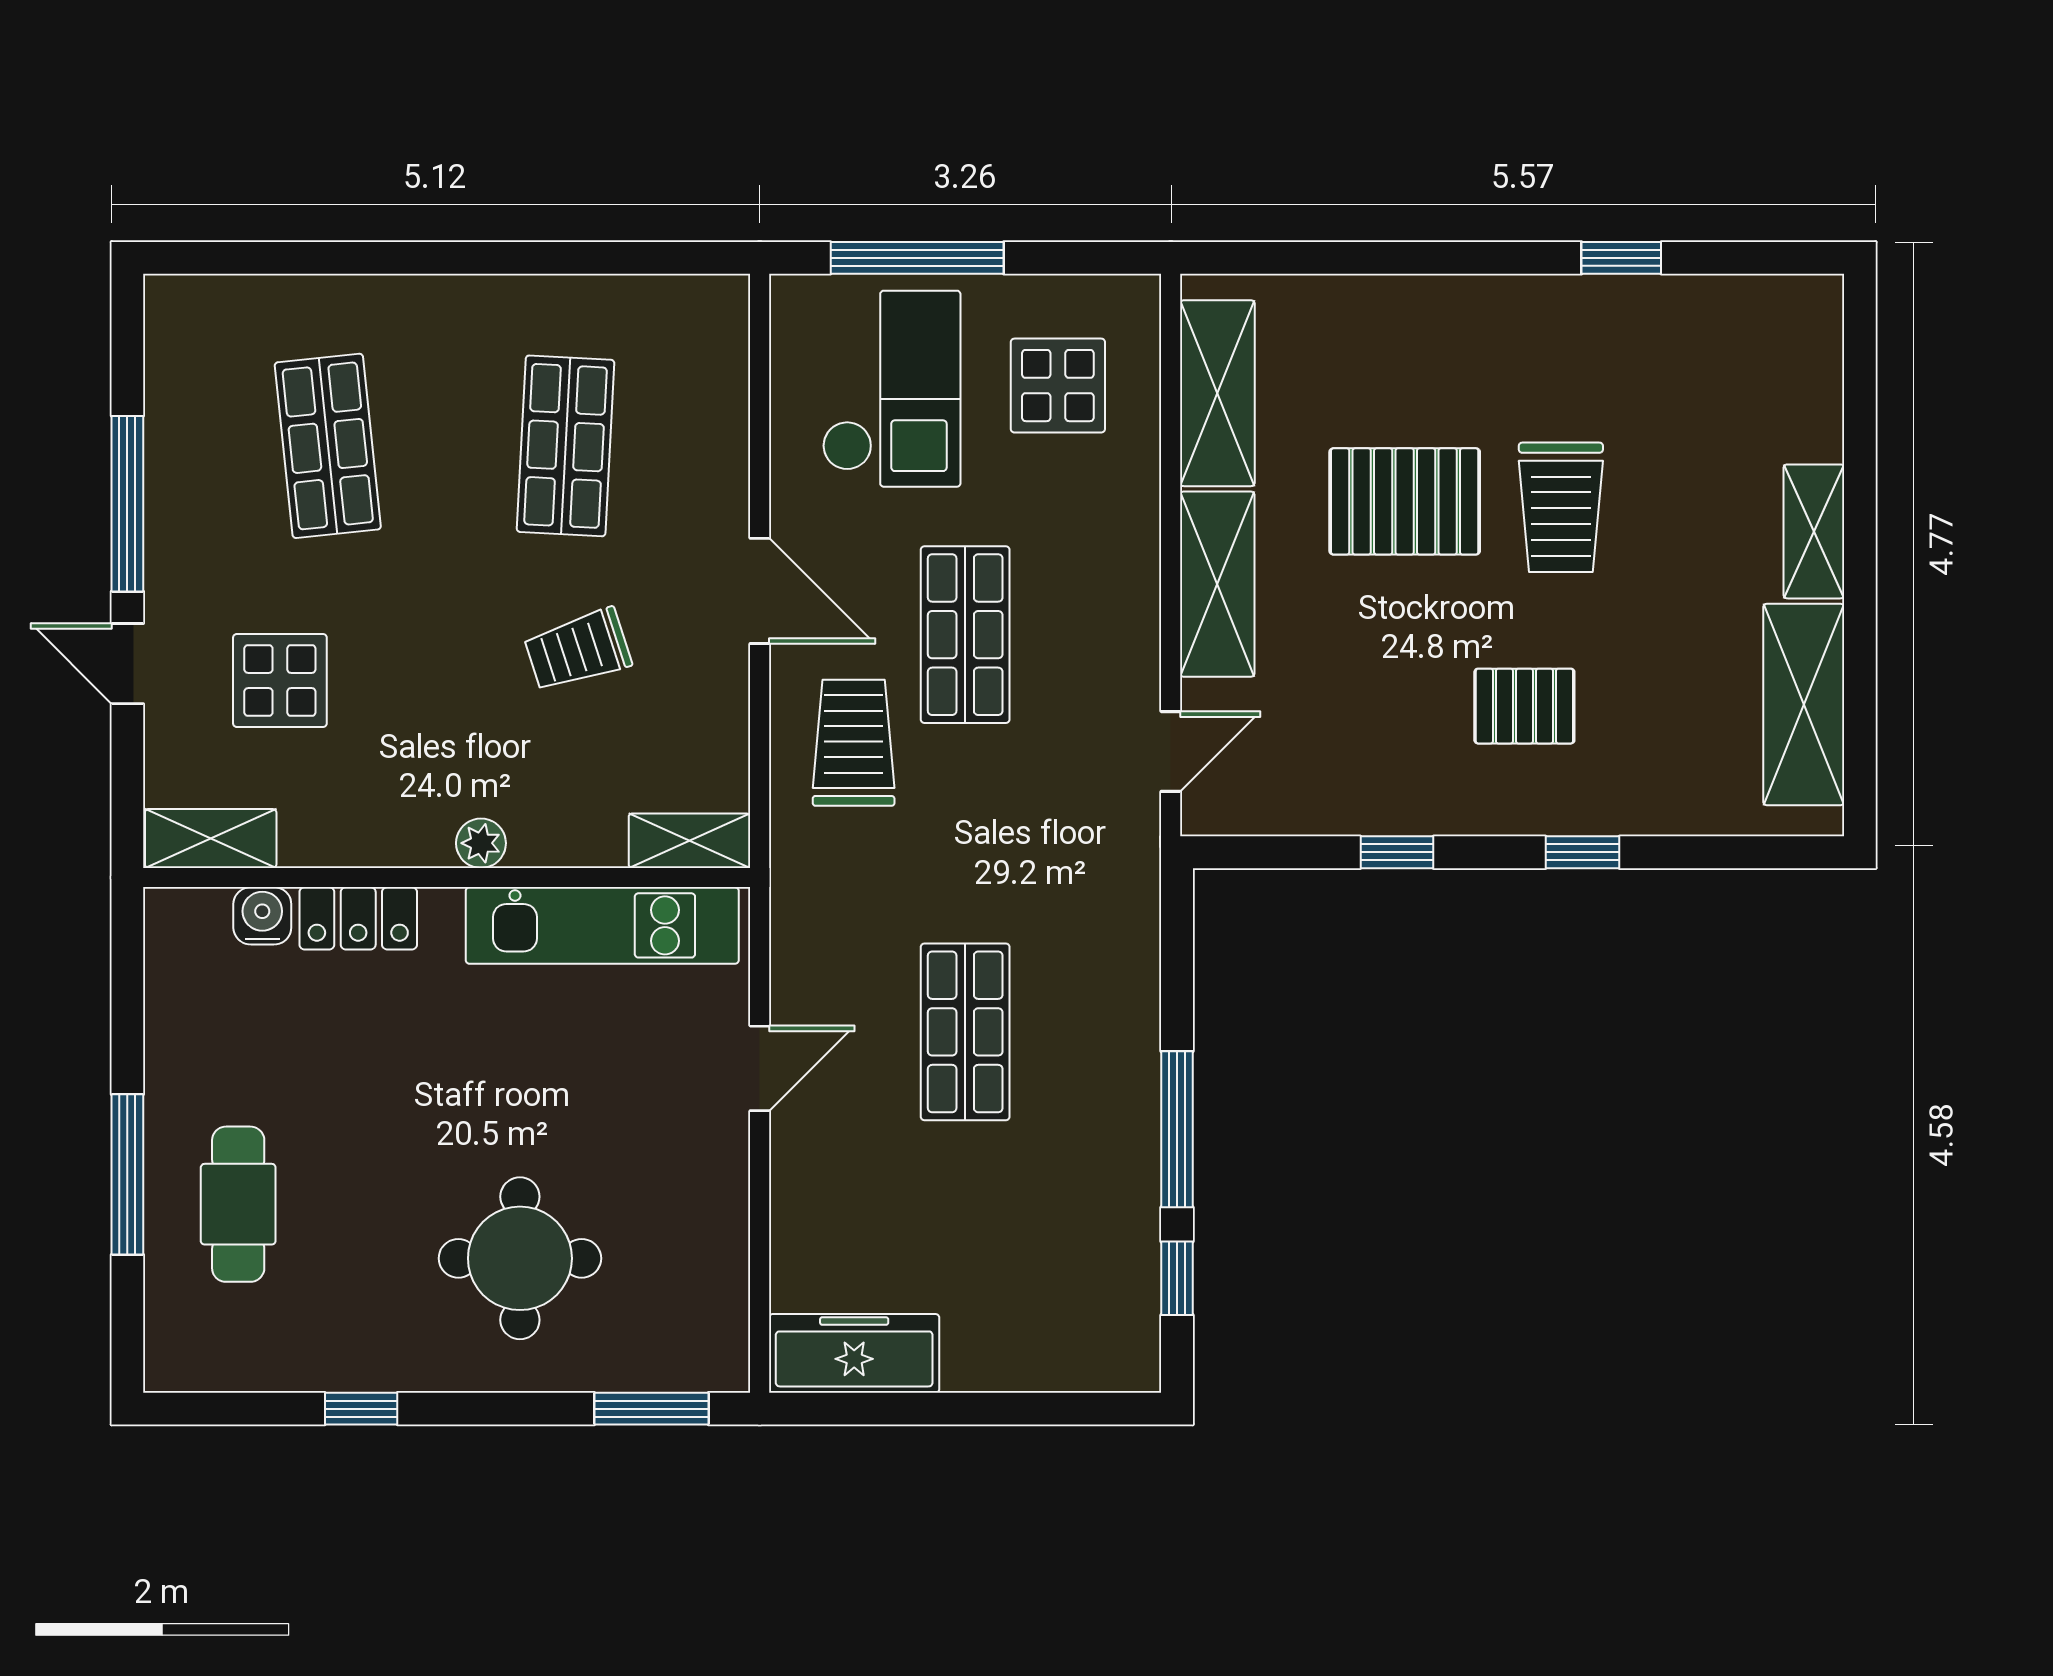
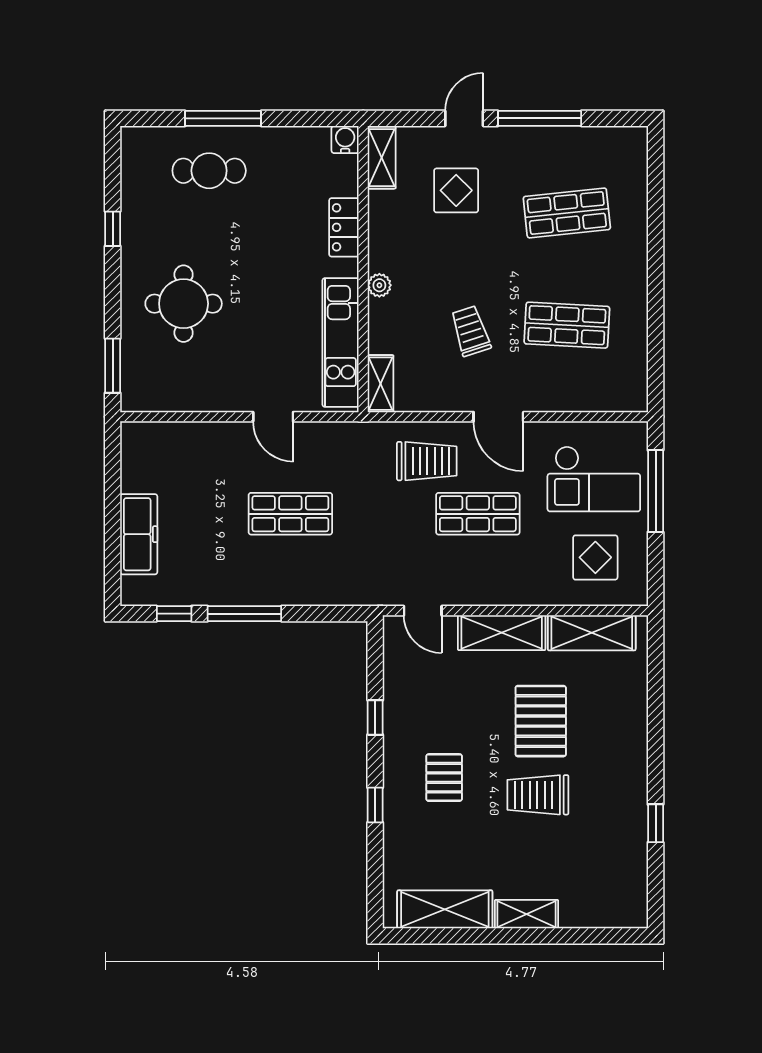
door: (760, 591) -> (498, 417), hinge flipped
water cooler: (262, 916) -> (345, 139), moved, turned -90
freezer: (854, 1353) -> (139, 534), moved

